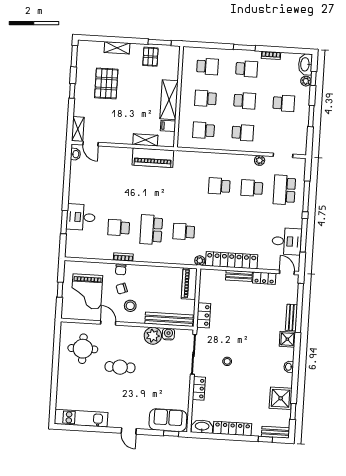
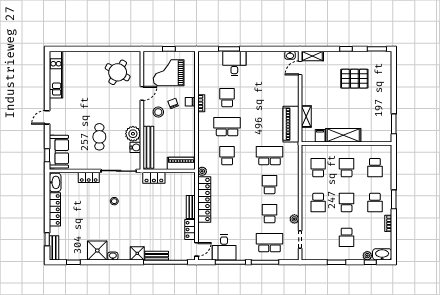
shelving: (117, 48) -> (387, 86), removed
pallet: (150, 57) -> (381, 116), removed
school desk: (245, 101) -> (347, 202), turned 180
school desk: (187, 184) -> (270, 156), added
round table: (83, 349) -> (118, 72), turned 30
cafe table: (120, 367) -> (99, 137), moved
shower: (281, 398) -> (97, 251), moved

